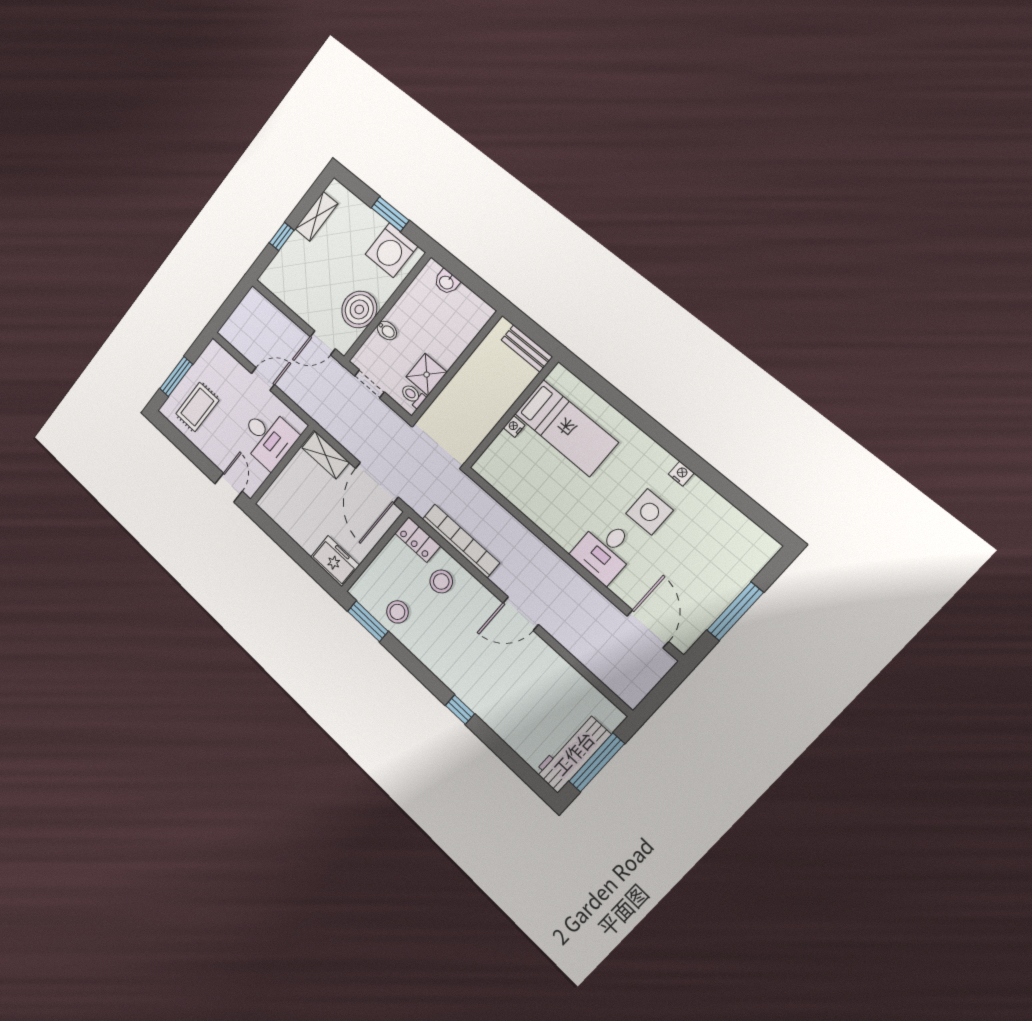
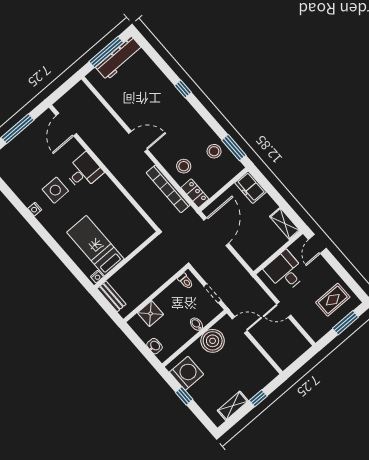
window: (390, 214) -> (184, 396), width x0.67
shower: (427, 375) -> (151, 314), moved
nightstand: (514, 427) -> (97, 277), moved
shelving: (326, 455) -> (285, 224), moved

